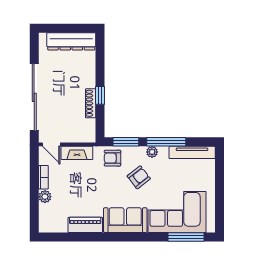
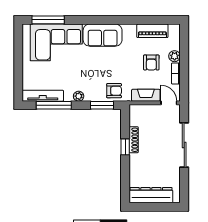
sliding door: (34, 97) -> (184, 145), width x0.73
window: (166, 142) -> (54, 105), moved
armchair: (139, 177) -> (151, 62), moved, turned -52
piano: (85, 225) -> (152, 31), moved

